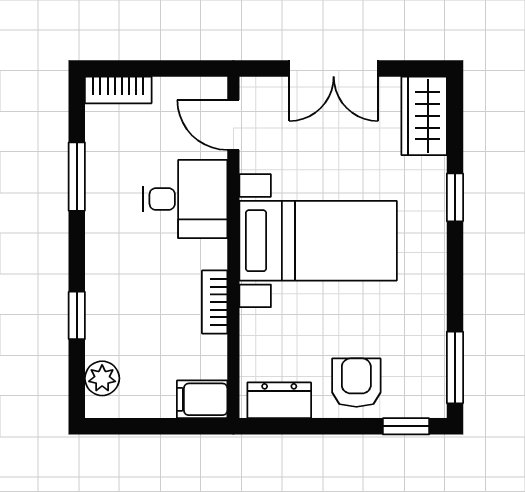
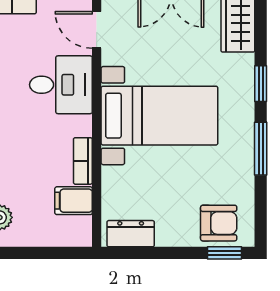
window: (455, 367) -> (261, 149), moved
armchair: (356, 383) -> (219, 223), moved, turned 90
filing cabinet: (202, 399) -> (74, 201), moved

